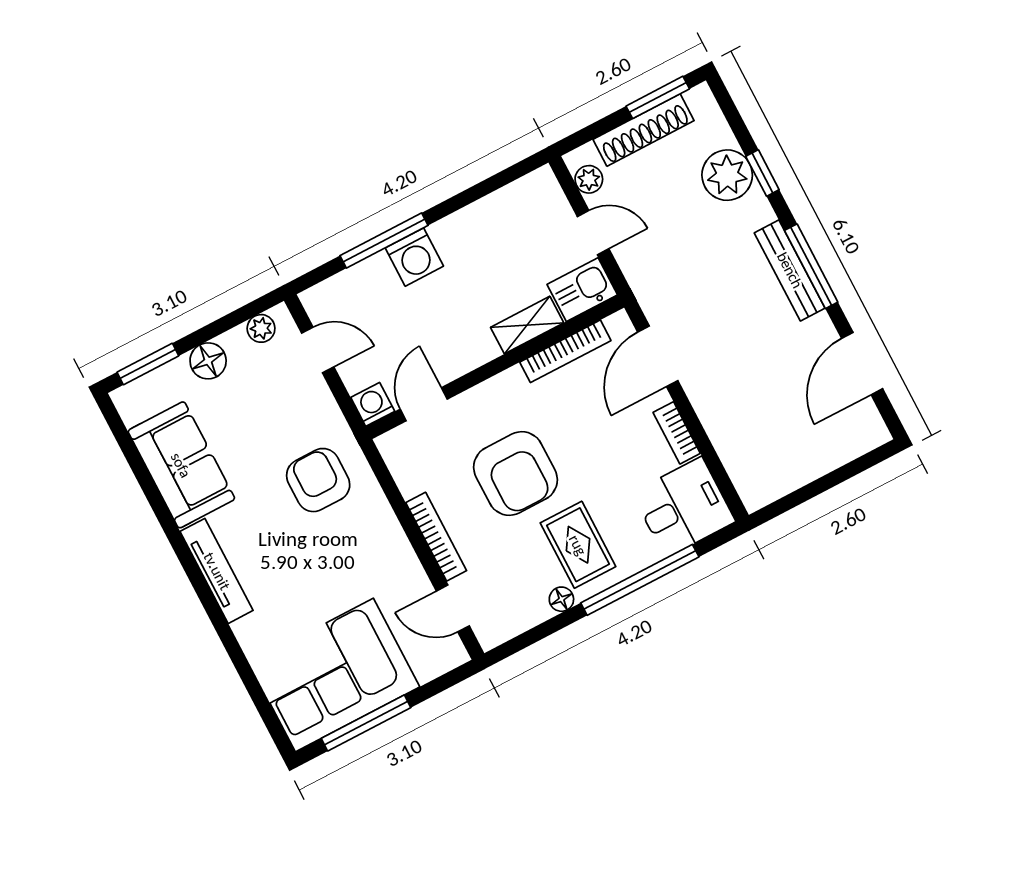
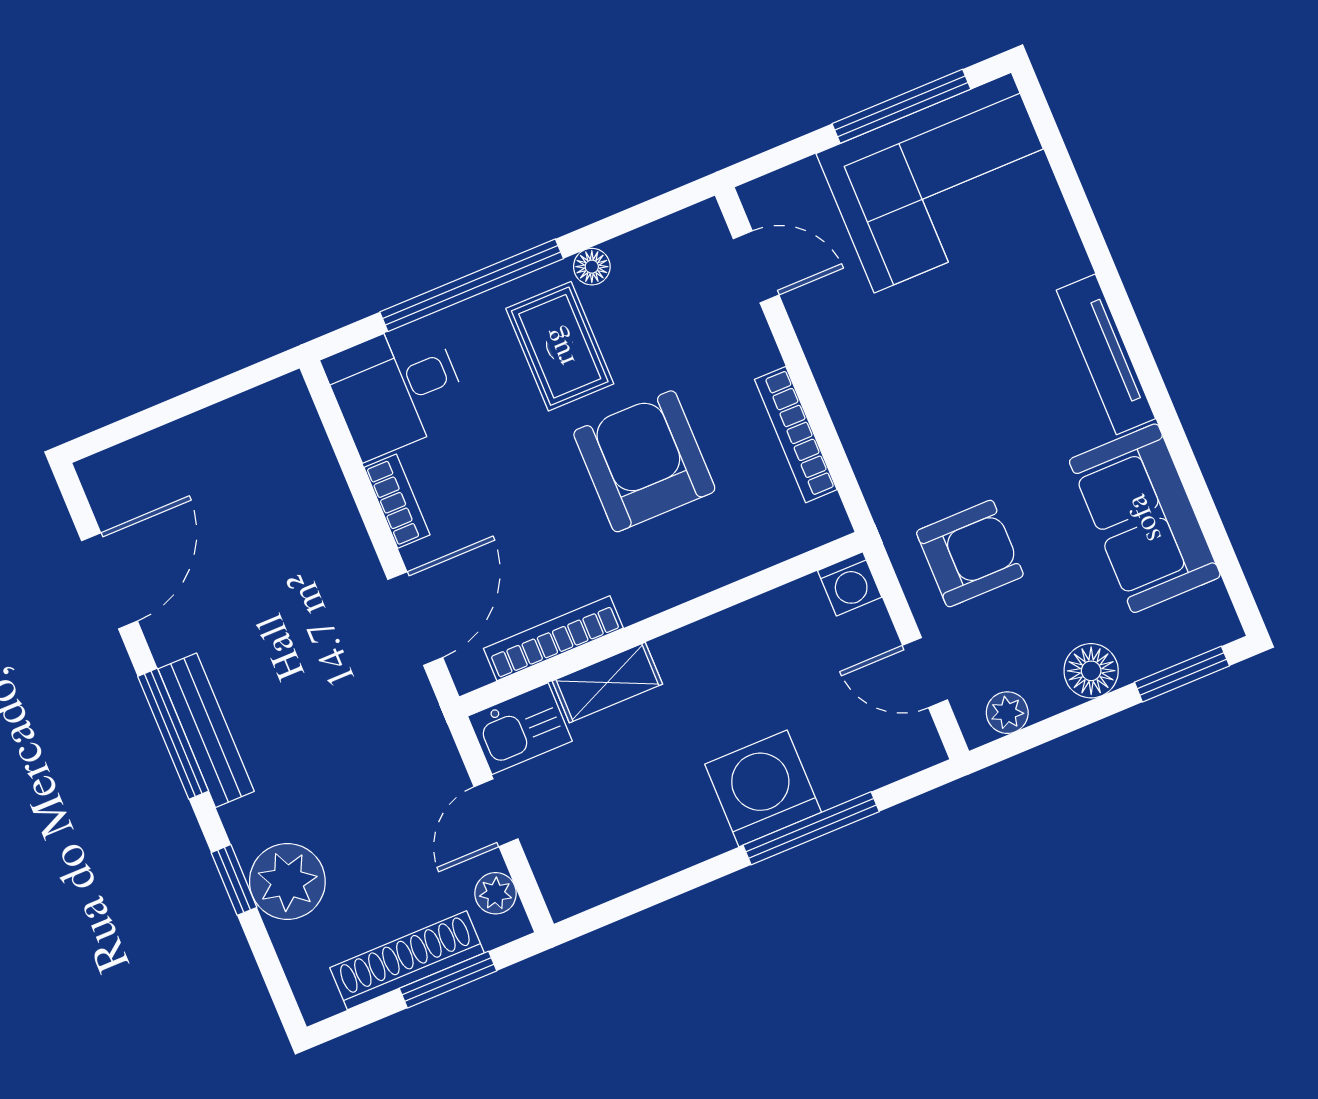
window: (658, 97) -> (448, 980), moved
door: (593, 233) -> (496, 813), hinge flipped
washing machine: (414, 257) -> (763, 788), width x1.37, depth x1.37
door: (424, 404) -> (773, 577), removed
armchair: (318, 480) -> (970, 554), moved, turned -90
bookcase: (436, 537) -> (796, 435), moved

